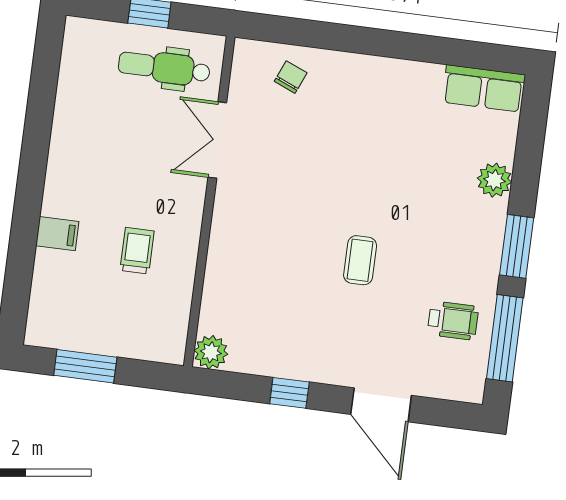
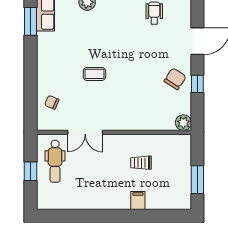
window: (469, 54) -> (31, 21), added
coffee table: (360, 260) -> (94, 74), moved
chair: (307, 347) -> (175, 79), added

